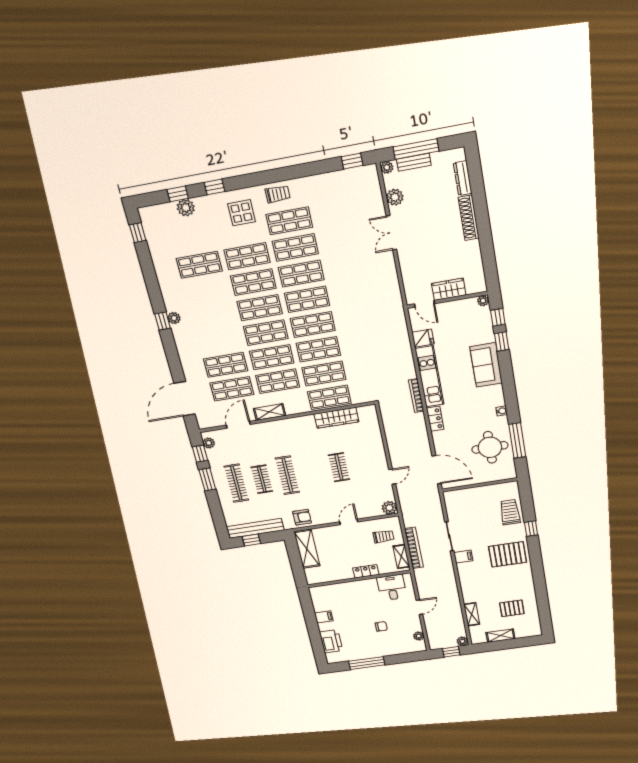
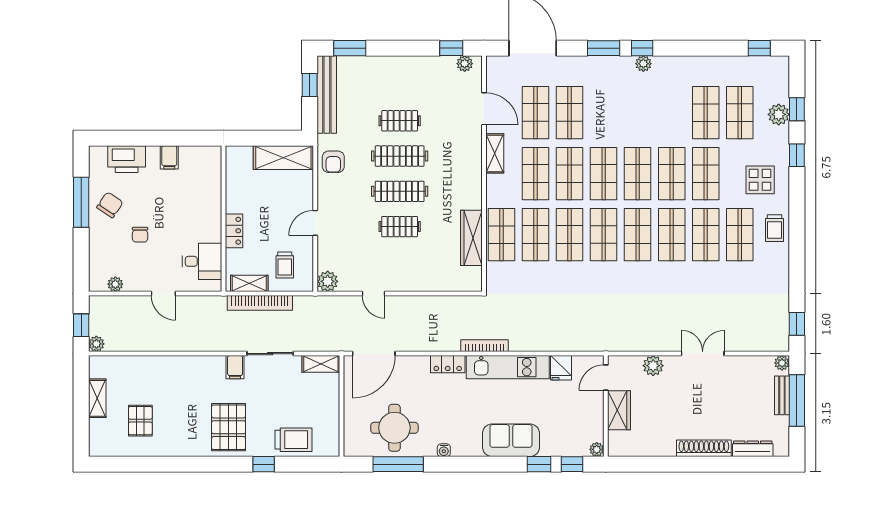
plant: (395, 197) -> (653, 366), moved
shop shelf: (192, 239) -> (740, 113), added
window: (170, 349) -> (604, 48), added
window: (207, 479) -> (350, 48), moved
clothes rail: (236, 483) -> (400, 191), moved
door: (349, 522) -> (315, 223), swing flipped
shelving: (472, 614) -> (321, 364), moved
chair: (365, 647) -> (110, 205), added

